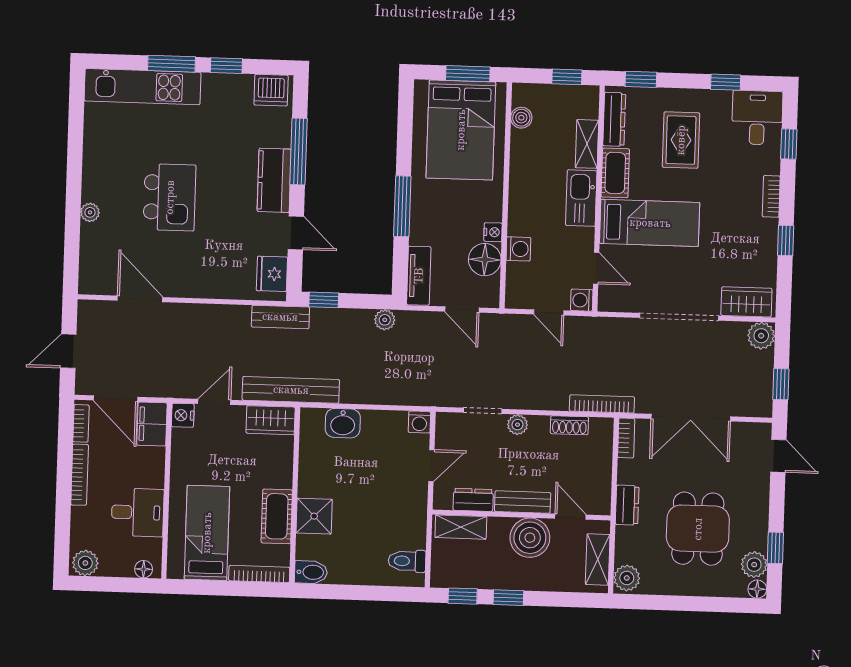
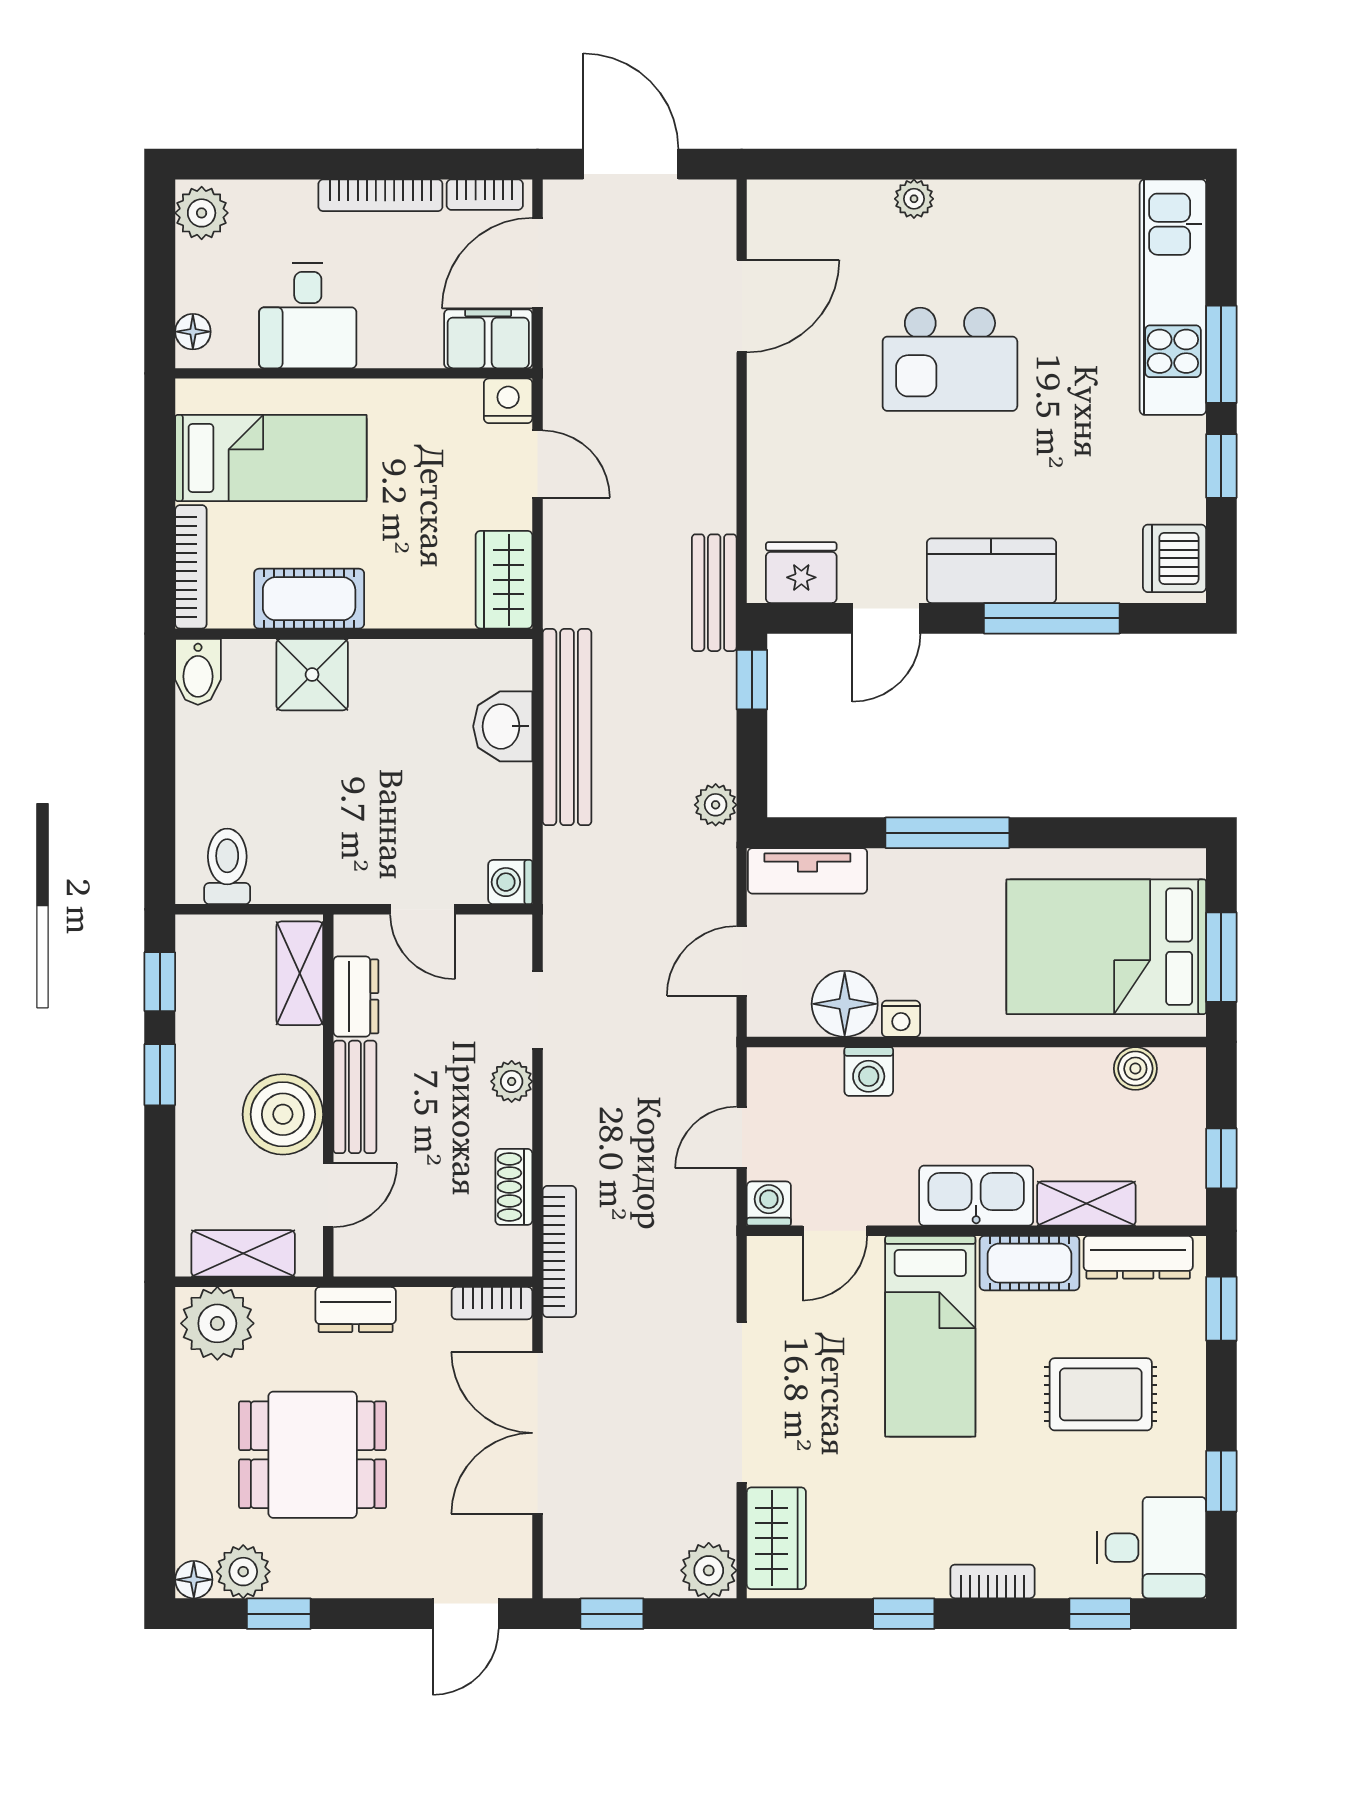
door: (68, 351) -> (631, 164), width x1.37
bench: (291, 390) -> (567, 727), moved
plant: (627, 578) -> (217, 1323), width x1.36, depth x1.36

